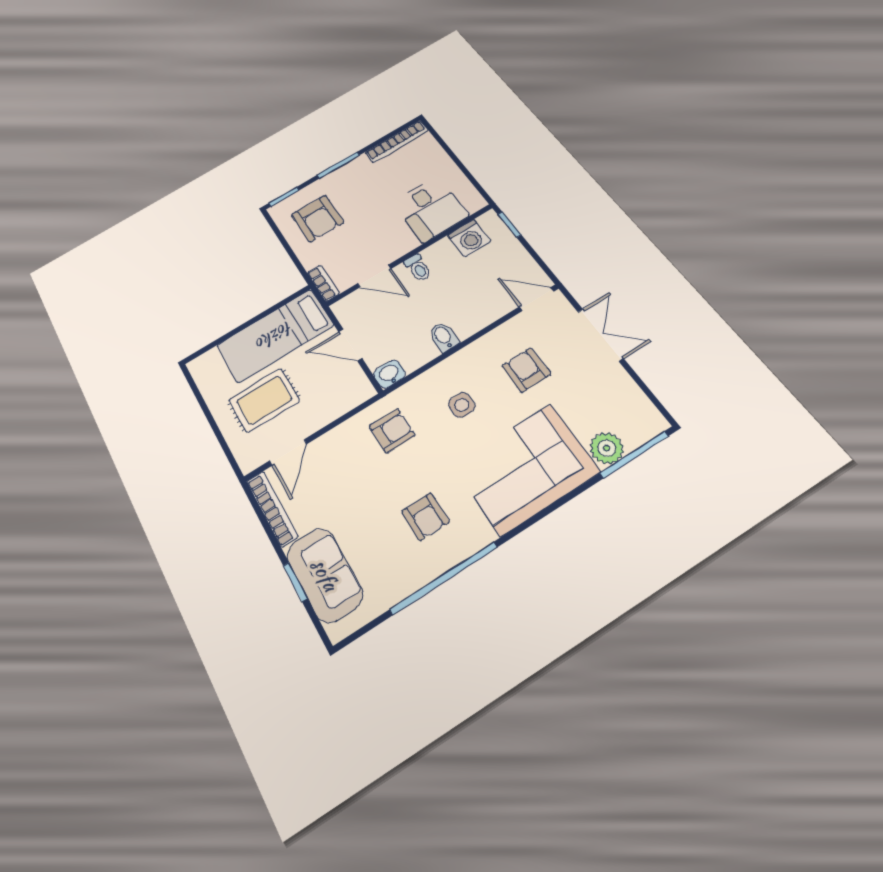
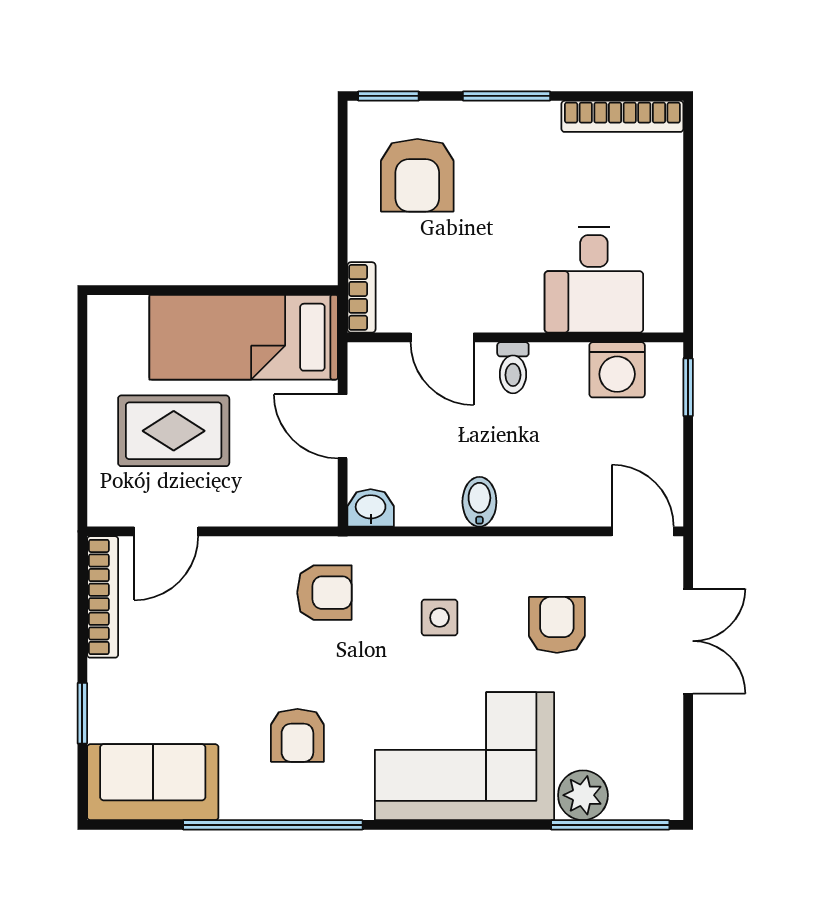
sofa: (325, 575) -> (153, 782), moved, turned -90

